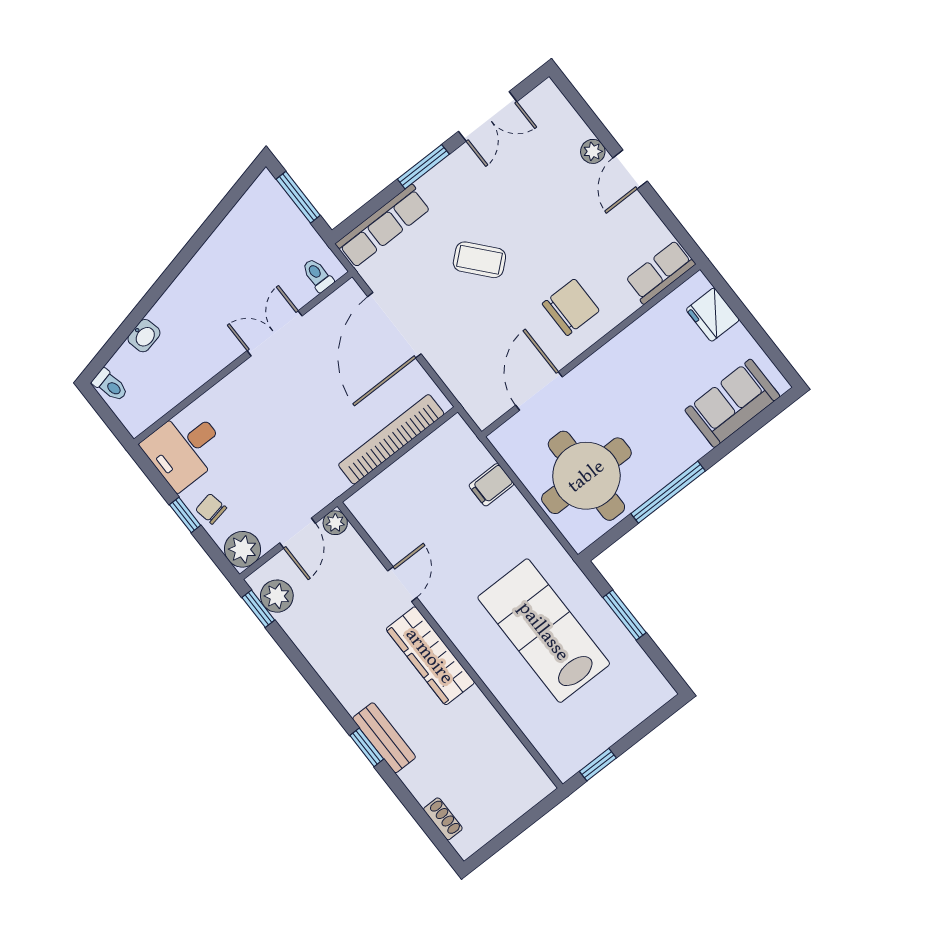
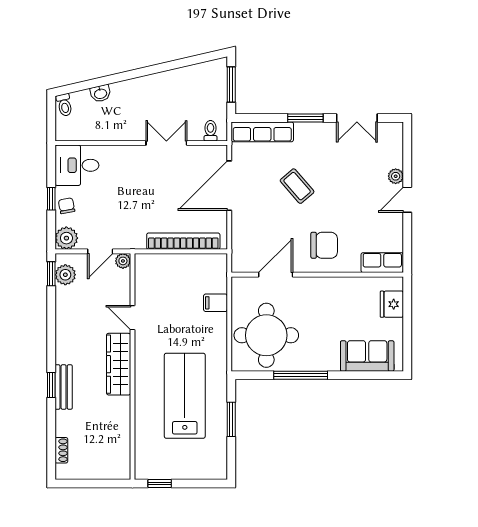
door: (402, 584) -> (132, 318), swing flipped

